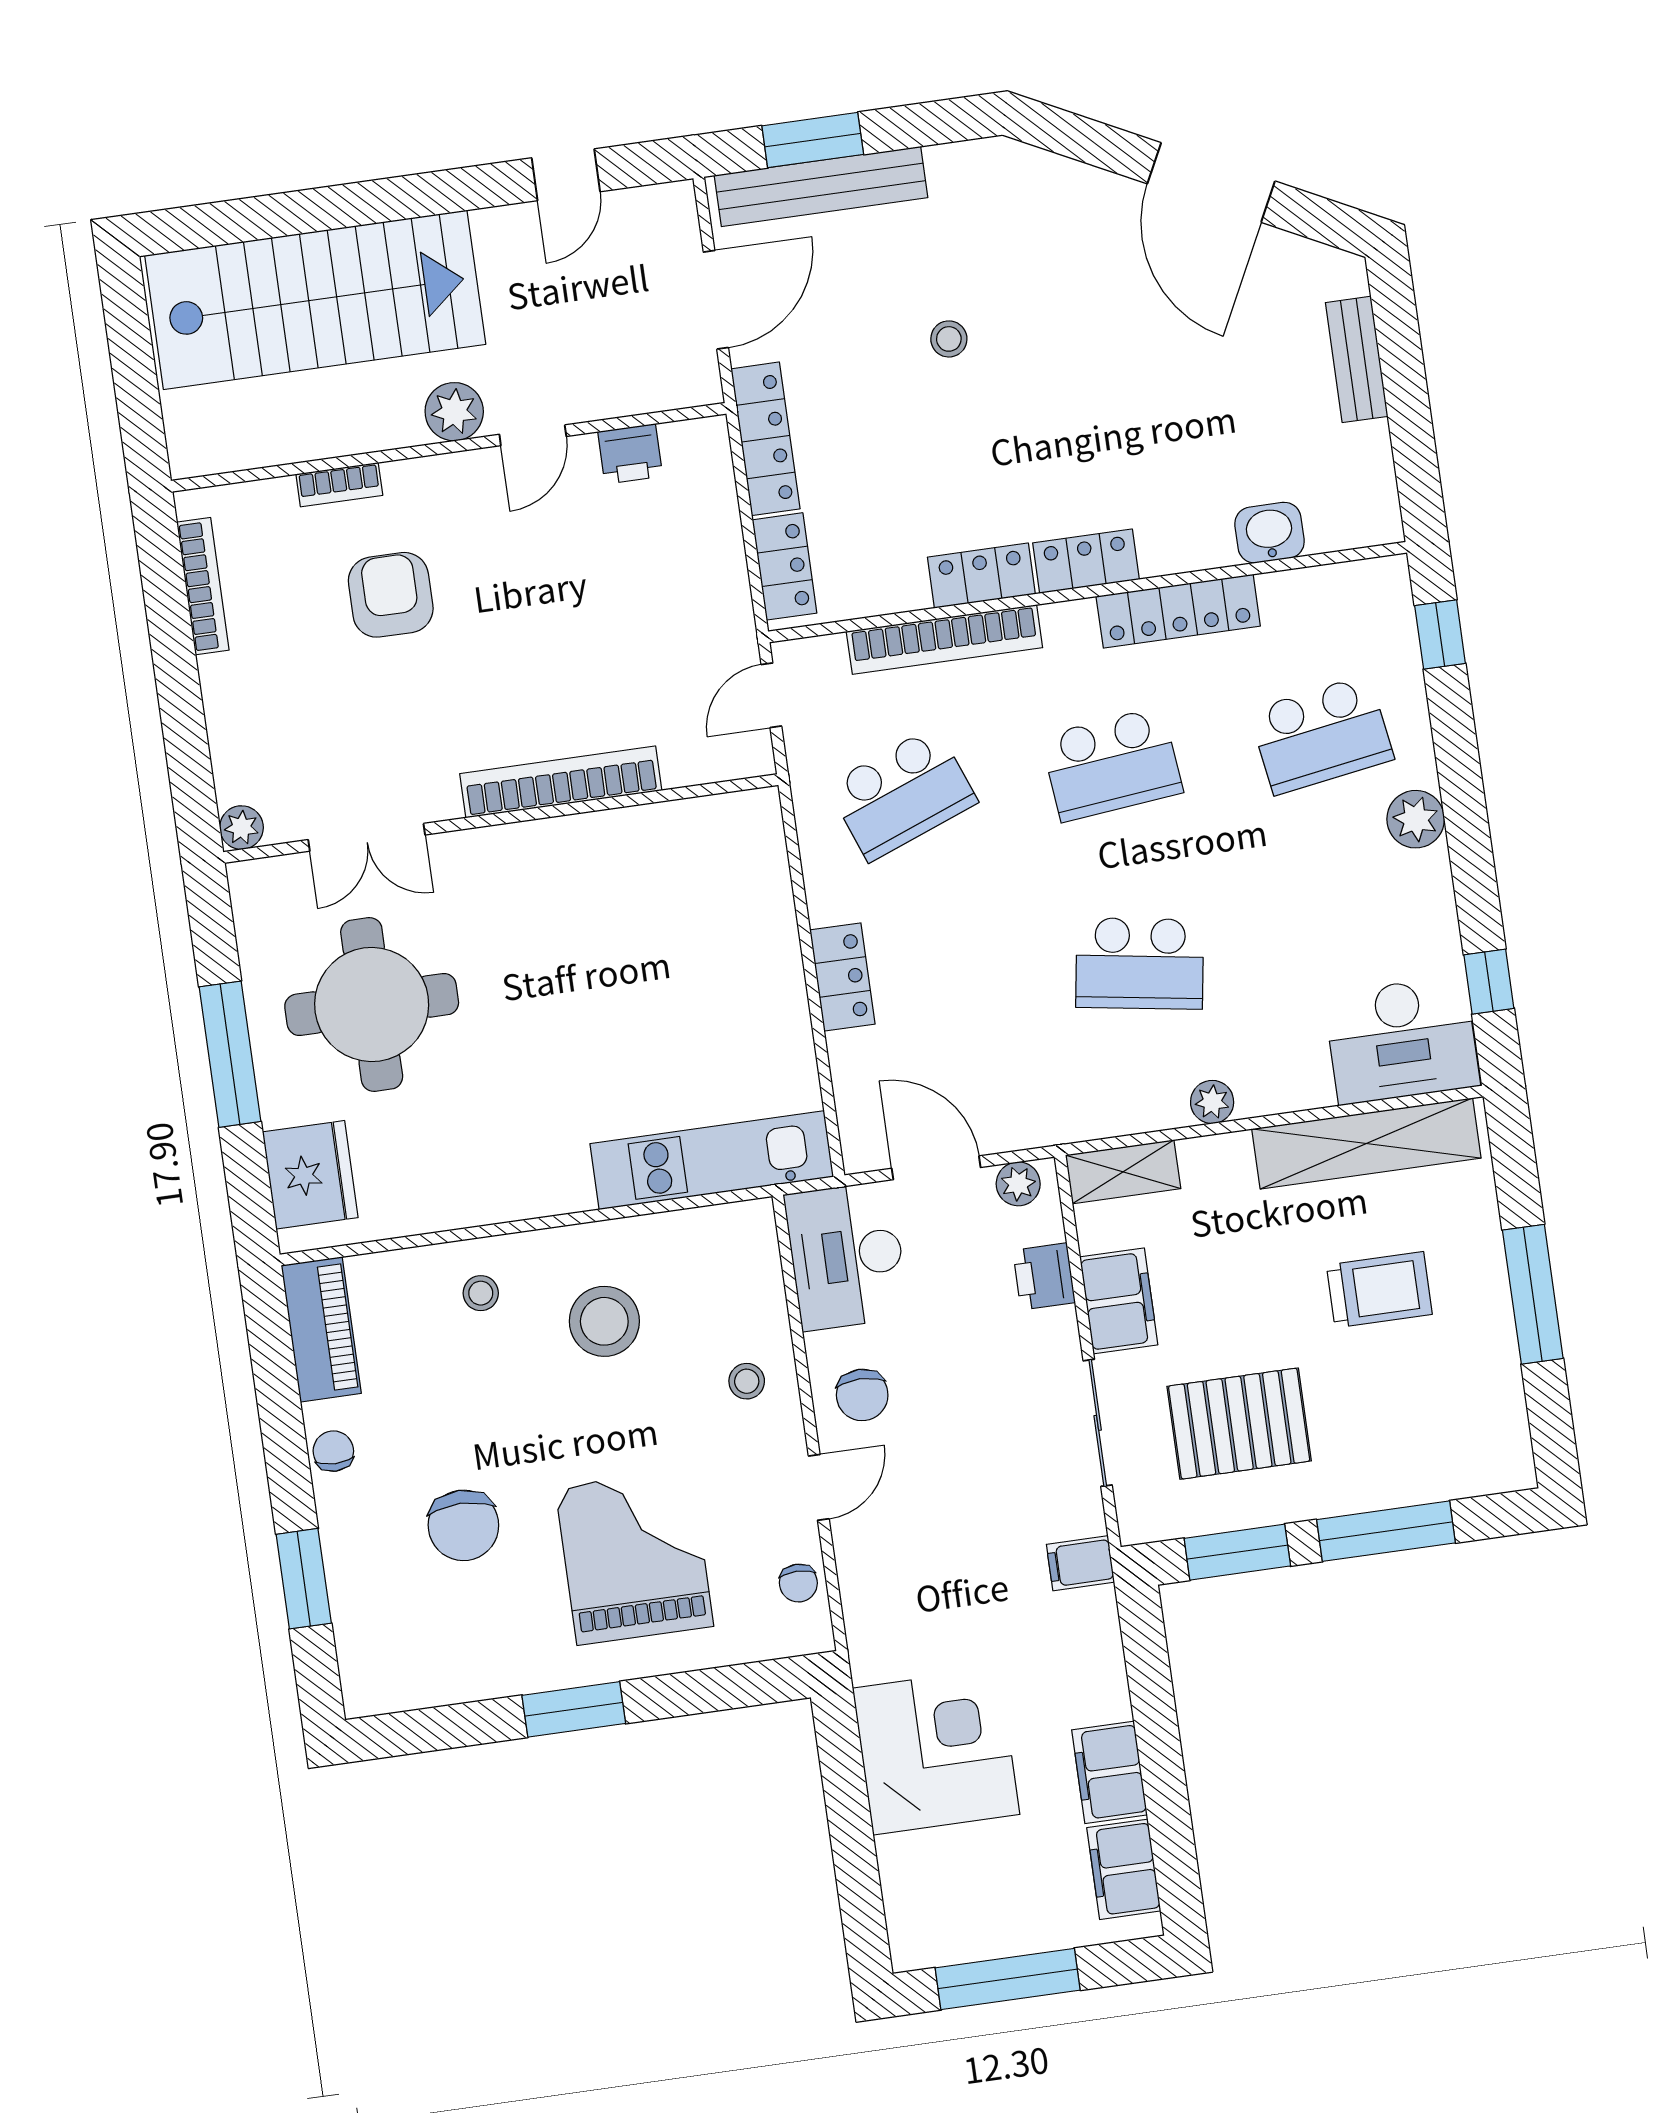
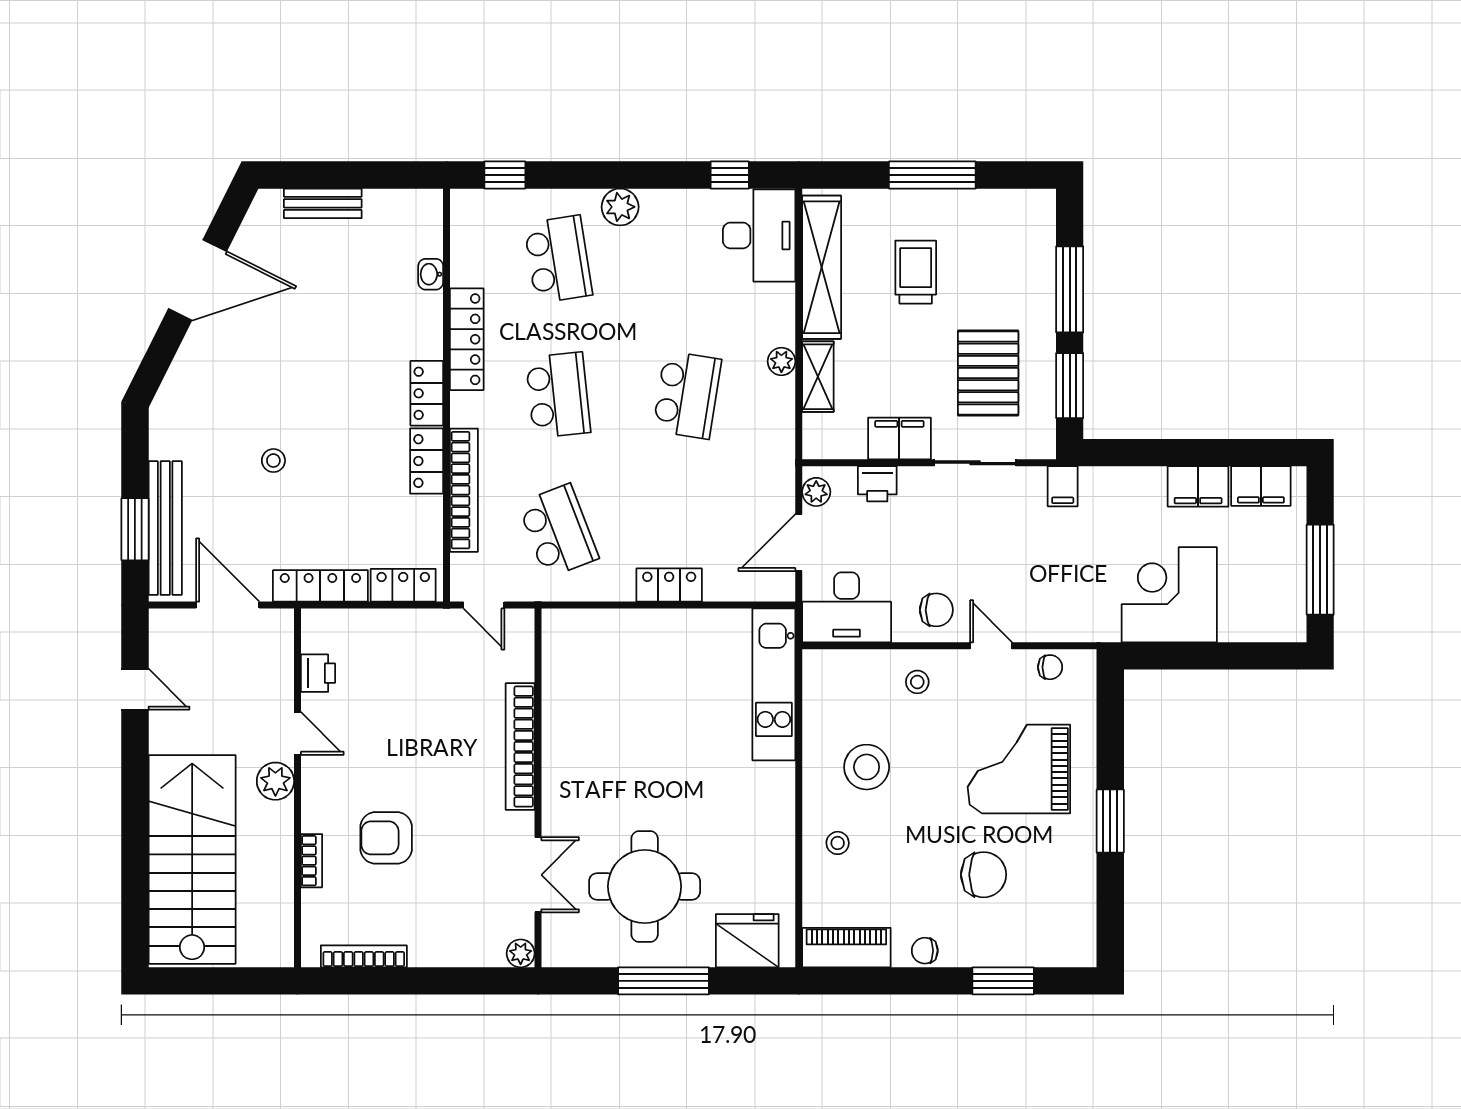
washbasin: (1270, 533) -> (431, 274), width x0.72, depth x0.69
shelving: (1123, 1172) -> (818, 377), moved

